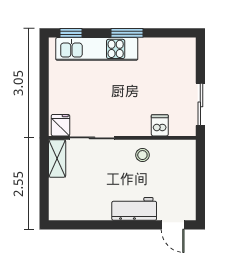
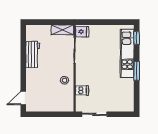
workbench: (134, 209) -> (33, 54), moved

